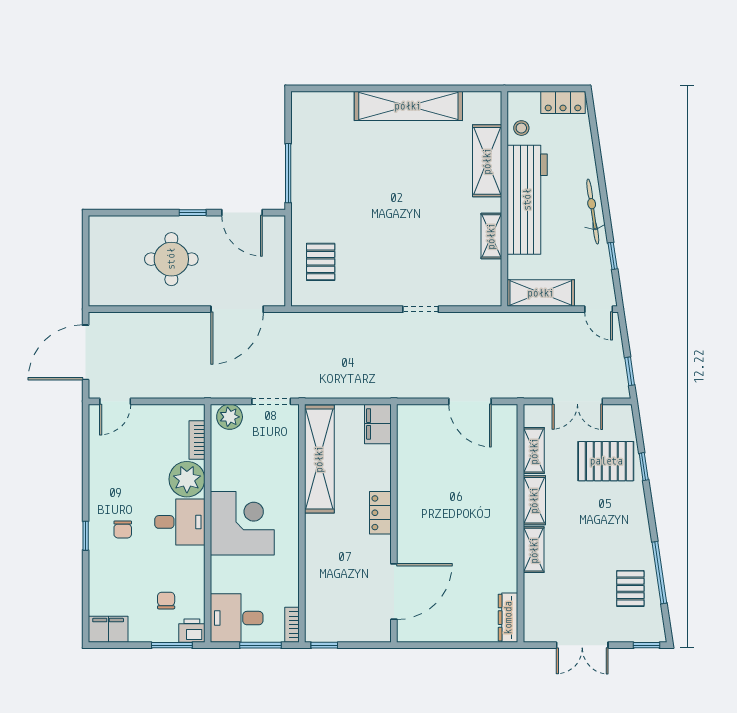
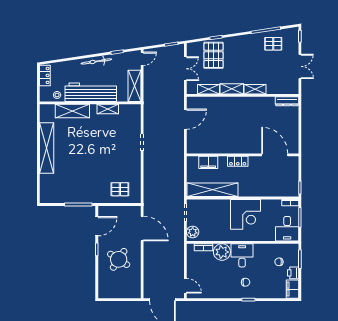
round table: (171, 259) -> (119, 259), turned 33
filing cabinet: (378, 424) -> (208, 162), moved
corner desk: (242, 523) -> (246, 214), moved, turned 180
printer: (192, 631) -> (293, 273), moved

